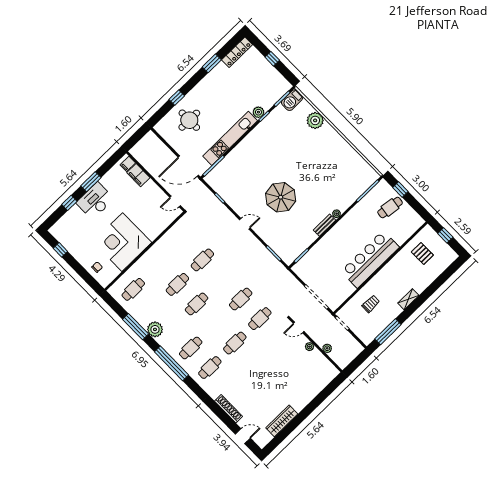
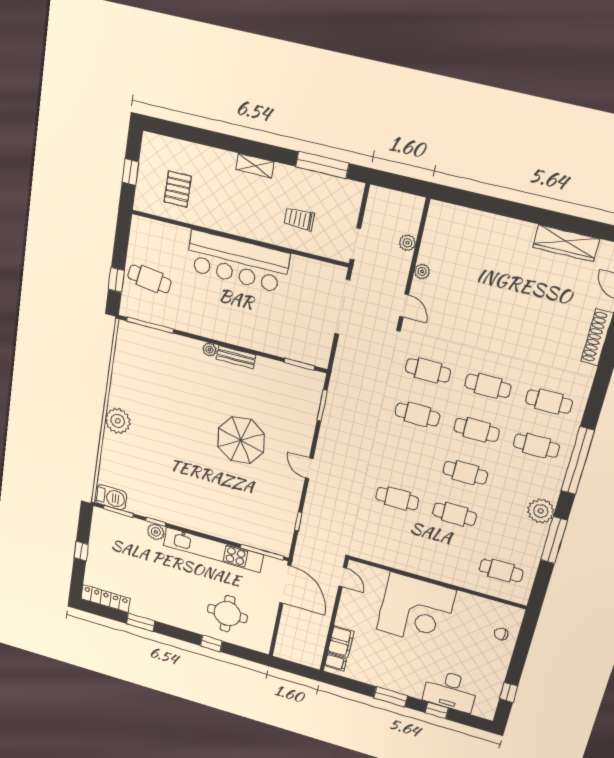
plant: (315, 120) -> (118, 421), moved
desk: (95, 201) -> (450, 691), moved
corner desk: (122, 242) -> (416, 610), moved
cafe table: (216, 324) -> (477, 430), added

